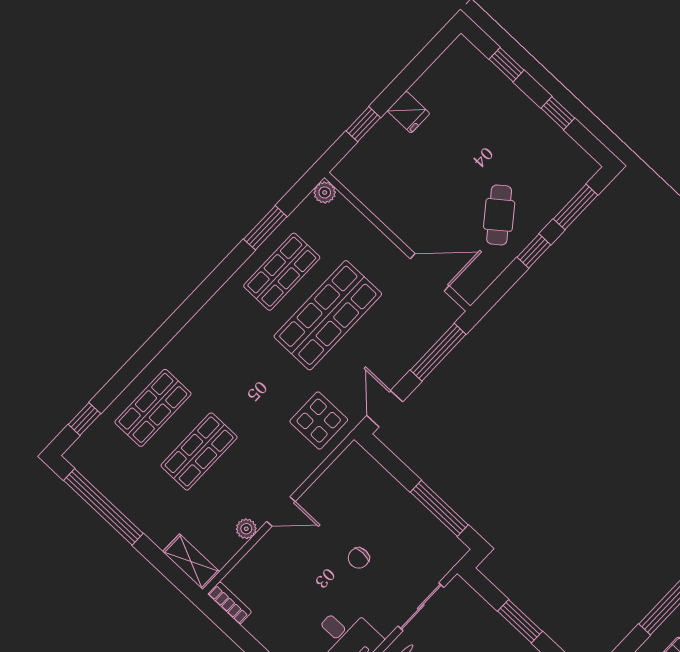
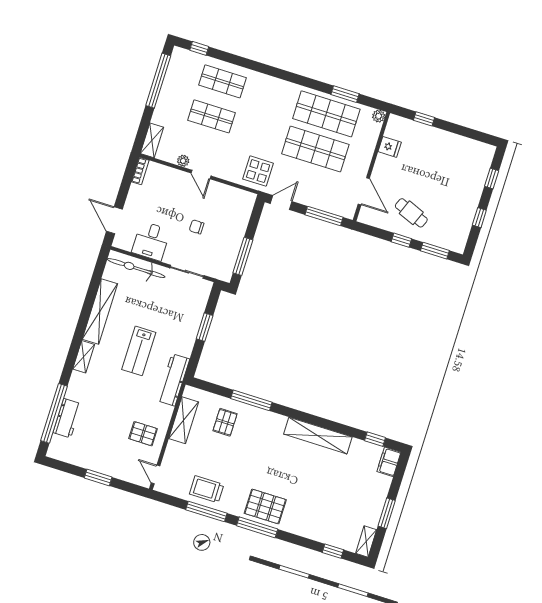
fridge: (409, 112) -> (390, 147), moved, turned -90
cafe table: (499, 215) -> (411, 213), turned 60
shop shelf: (282, 272) -> (326, 114), width x1.43, depth x1.36

